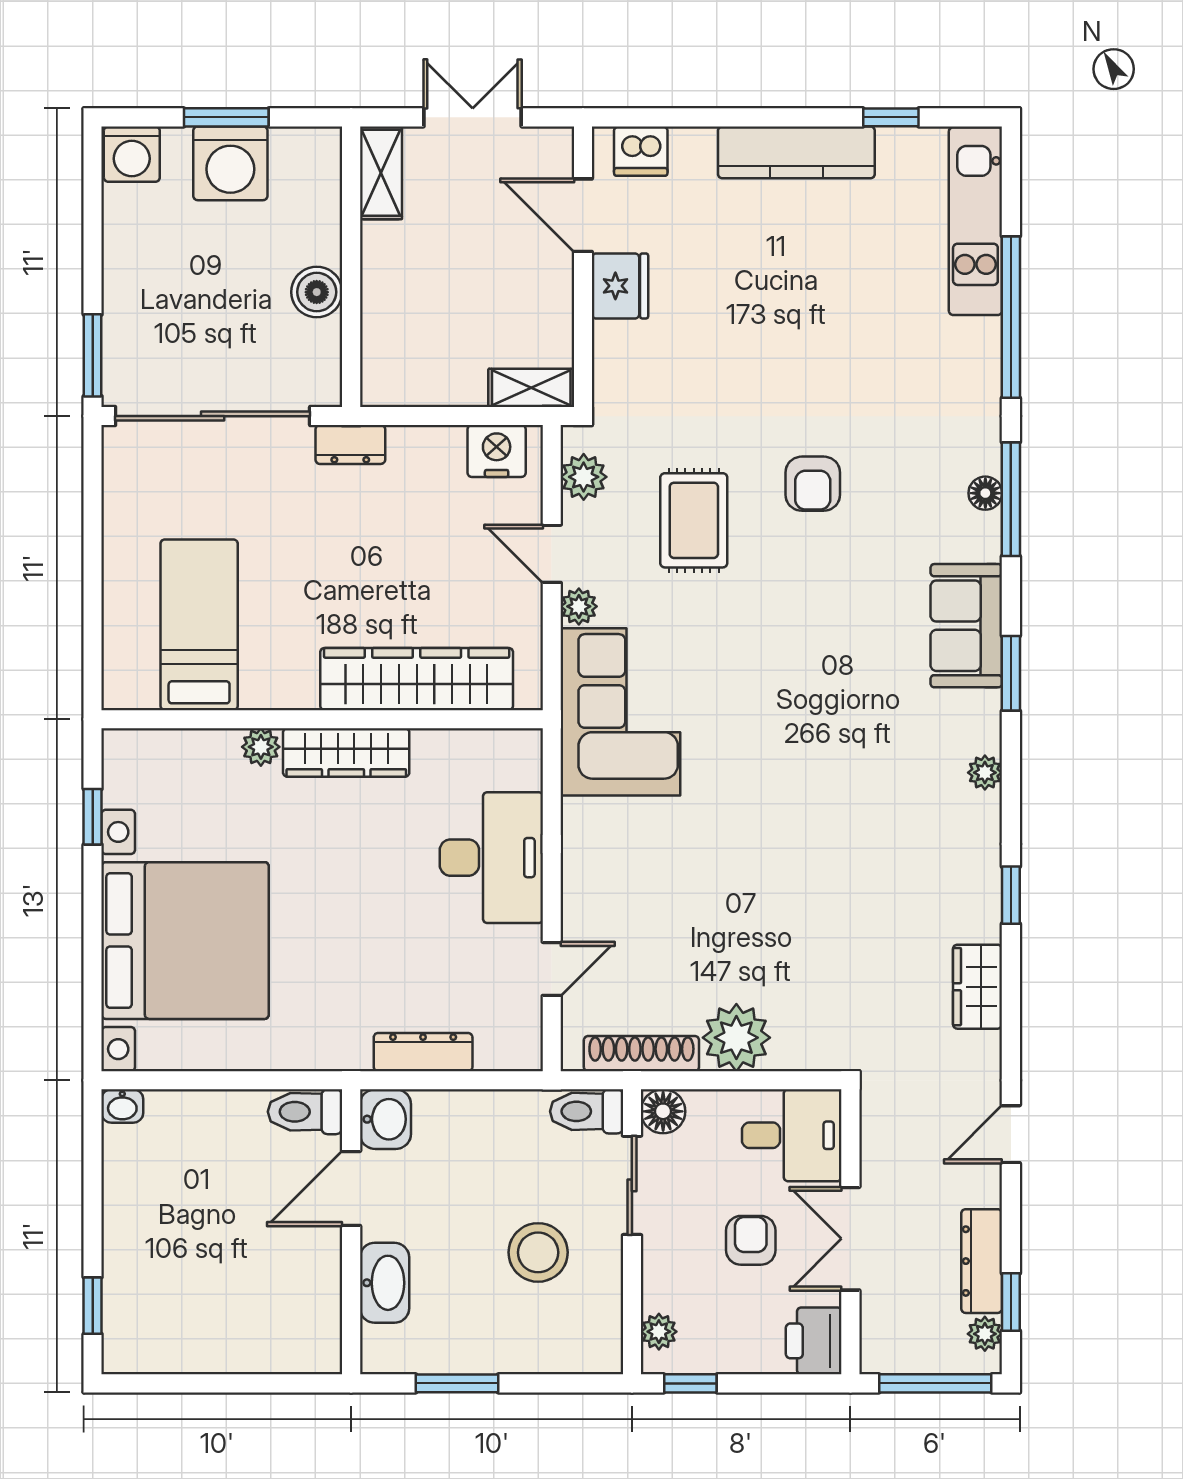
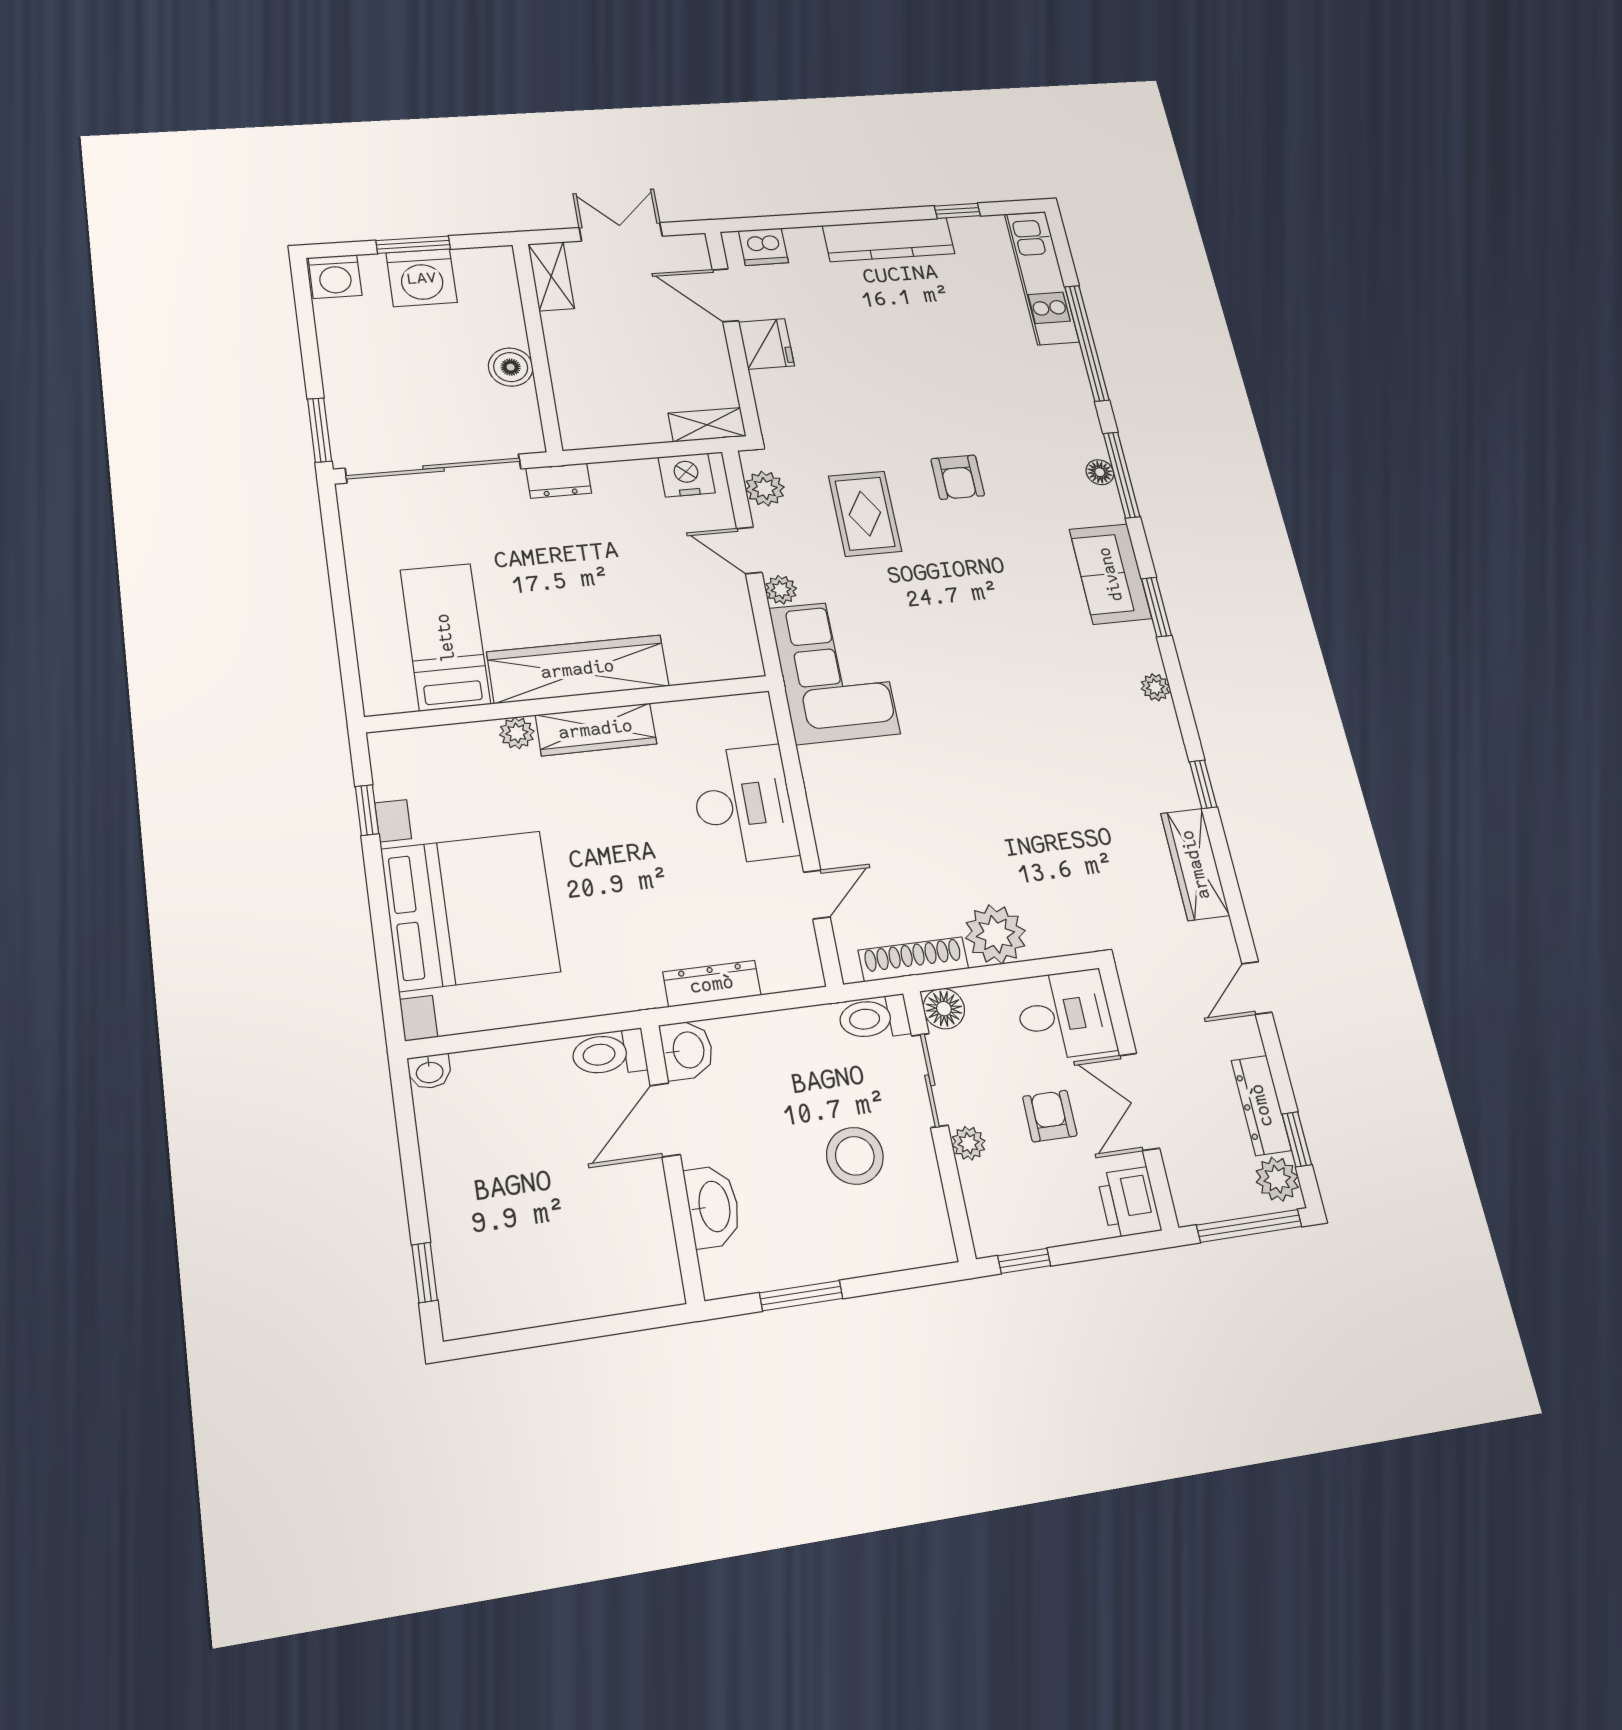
wardrobe: (417, 679) -> (578, 669), moved
wardrobe: (978, 987) -> (1195, 864), width x1.50
plant: (659, 1332) -> (969, 1143), moved
plant: (985, 1334) -> (1277, 1179), width x1.38, depth x1.38

